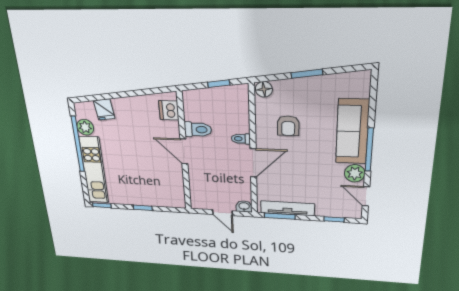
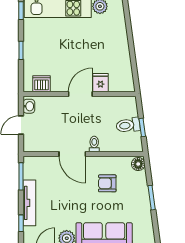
fridge: (104, 109) -> (100, 83), moved, turned 98
dishwasher: (169, 110) -> (41, 84), moved
toilet: (198, 130) -> (128, 125), moved, turned 82
washbasin: (244, 206) -> (29, 106), moved
tv unit: (287, 208) -> (29, 203), moved

